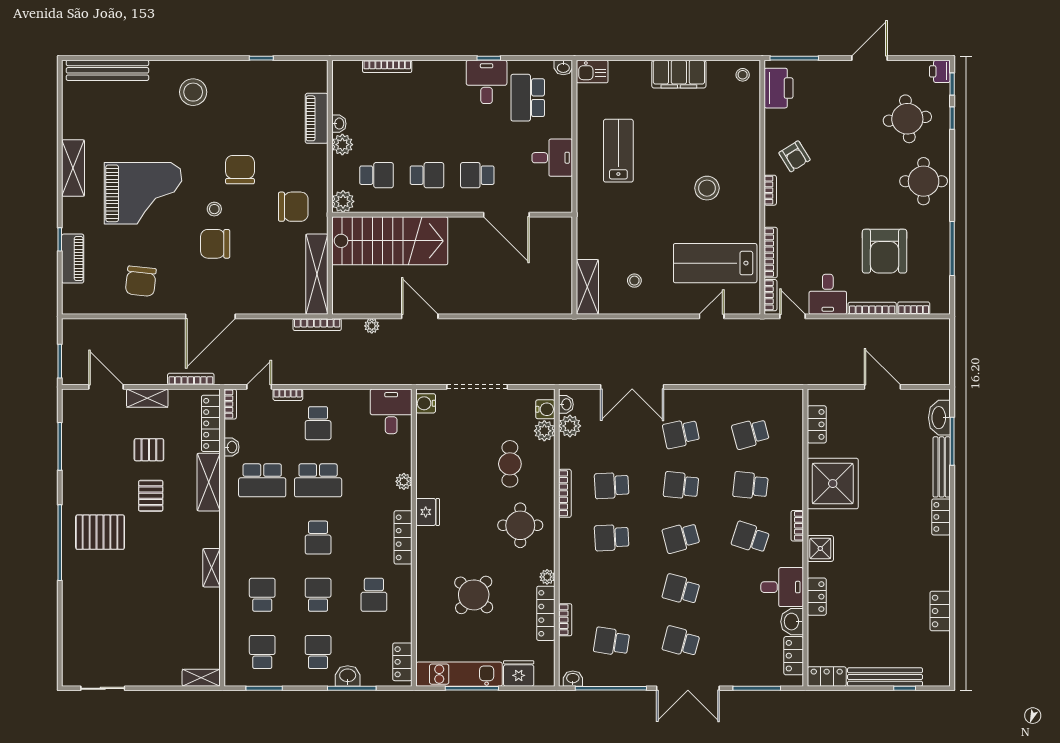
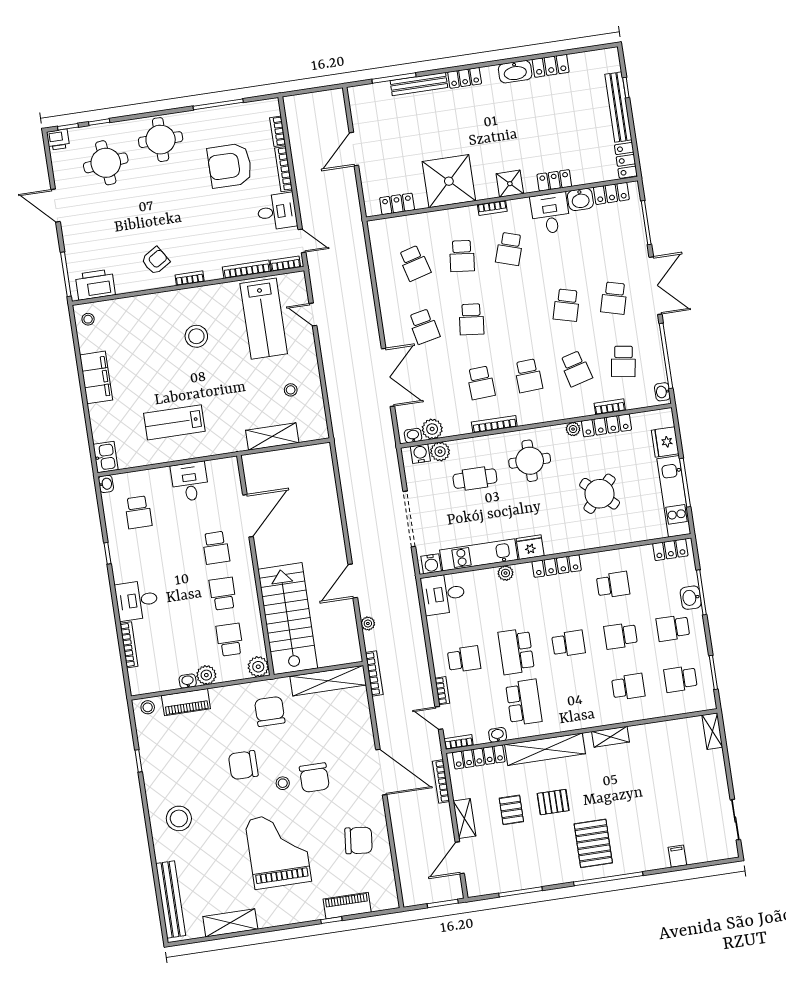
stool: (317, 76) -> (148, 707), added
desk: (487, 82) -> (137, 600), moved
school desk: (528, 98) -> (138, 512), width x0.54
shelving: (73, 168) -> (230, 923), moved
armchair: (885, 251) -> (230, 166), turned 180
shelving: (587, 287) -> (272, 437), moved
door: (792, 316) -> (302, 241), swing flipped
washbasin: (939, 418) -> (515, 72), moved
kitchen unit: (427, 456) -> (479, 555), added
school desk: (318, 480) -> (516, 651), turned 180
shelving: (209, 482) -> (545, 749), width x1.47
school desk: (681, 538) -> (576, 369), moved
school desk: (262, 595) -> (628, 687), turned 180
filing cabinet: (73, 620) -> (677, 856), added

